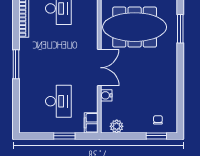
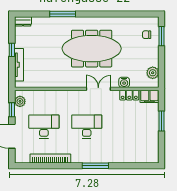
meeting table: (135, 27) -> (92, 49), moved, turned 90
double door: (99, 68) -> (98, 89), width x0.73
desk: (58, 101) -> (87, 127), moved
locker: (92, 101) -> (129, 95), added

